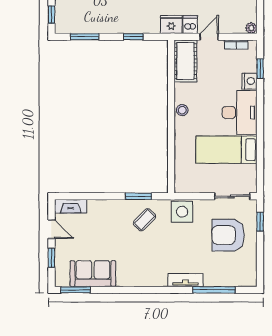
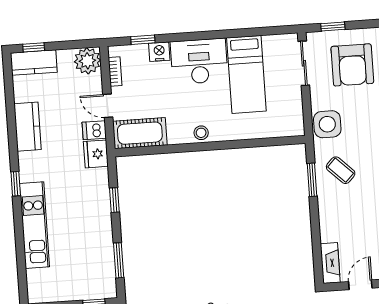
plant: (251, 28) -> (87, 61), width x1.88, depth x1.88

